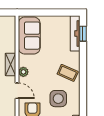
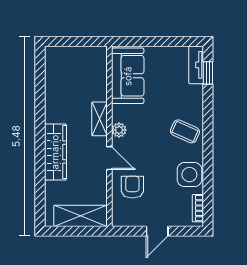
tv unit: (75, 33) -> (196, 65), width x0.71
side table: (58, 99) -> (189, 175), moved

